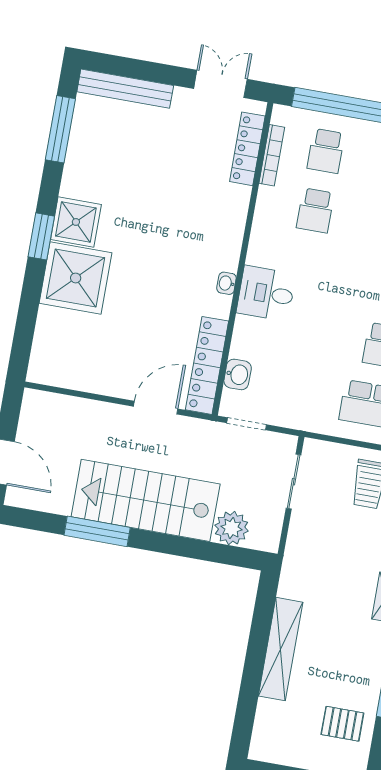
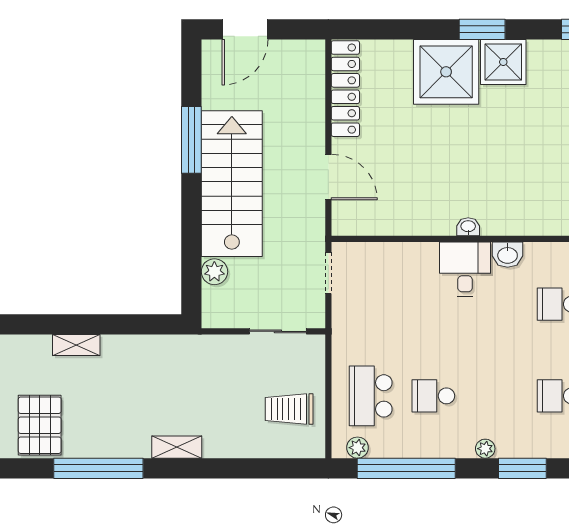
locker: (207, 365) -> (345, 89), moved, turned 90
washbasin: (238, 374) -> (508, 255), moved
plant: (232, 528) -> (214, 272), width x0.73, depth x0.73
shelving: (281, 649) -> (76, 345), width x0.45, depth x0.75
pallet: (342, 724) -> (40, 425), width x1.50, depth x1.42

